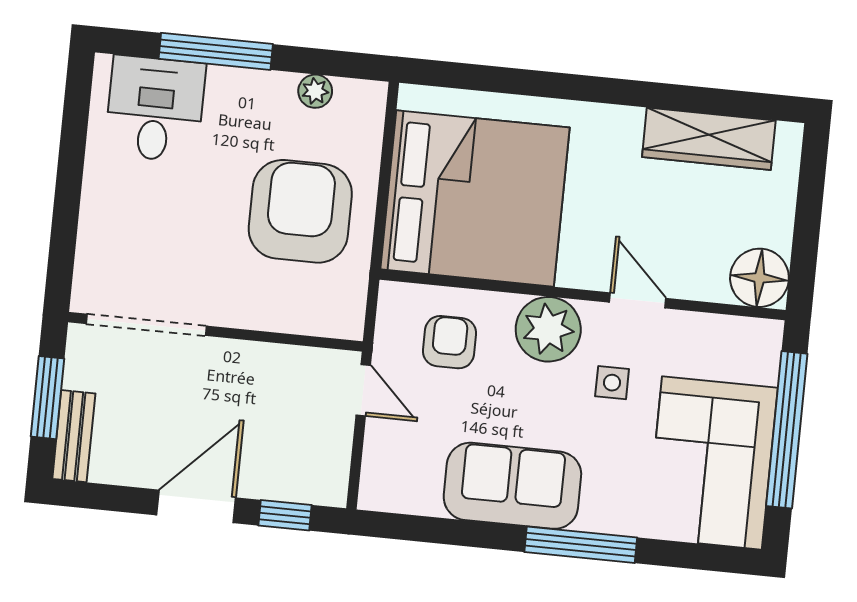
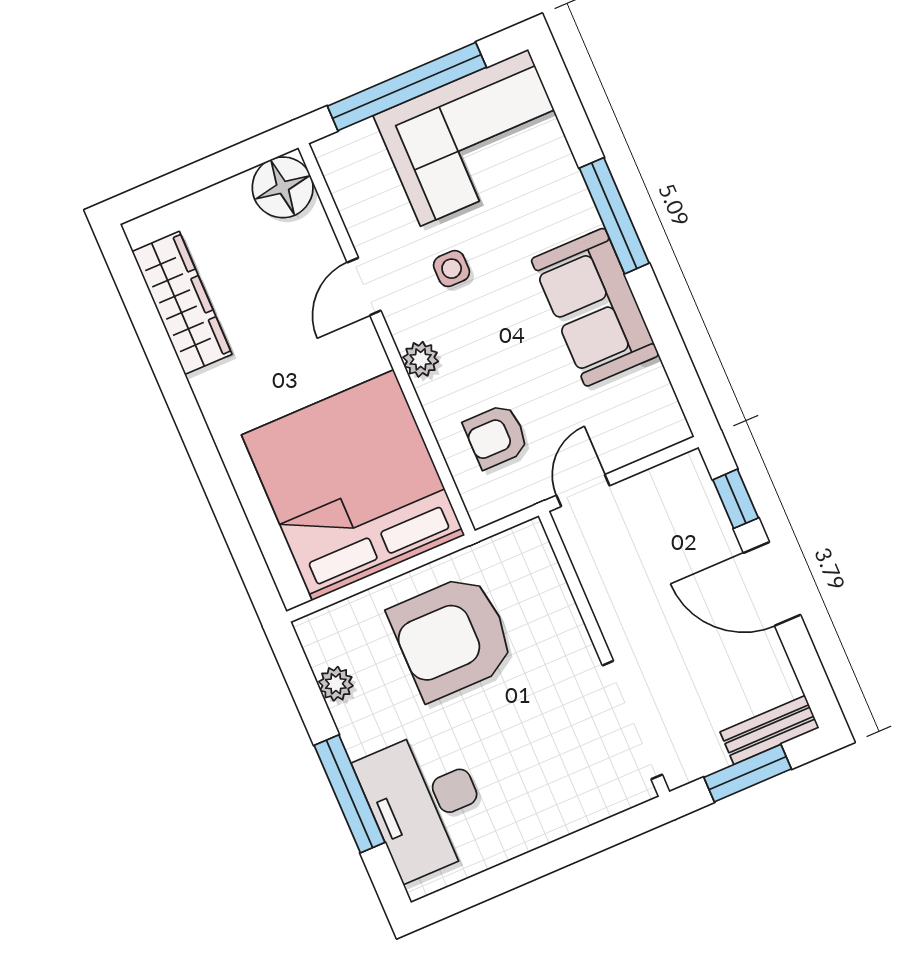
desk: (155, 109) -> (425, 803), width x1.37
plant: (548, 329) -> (421, 359), width x0.53, depth x0.53

